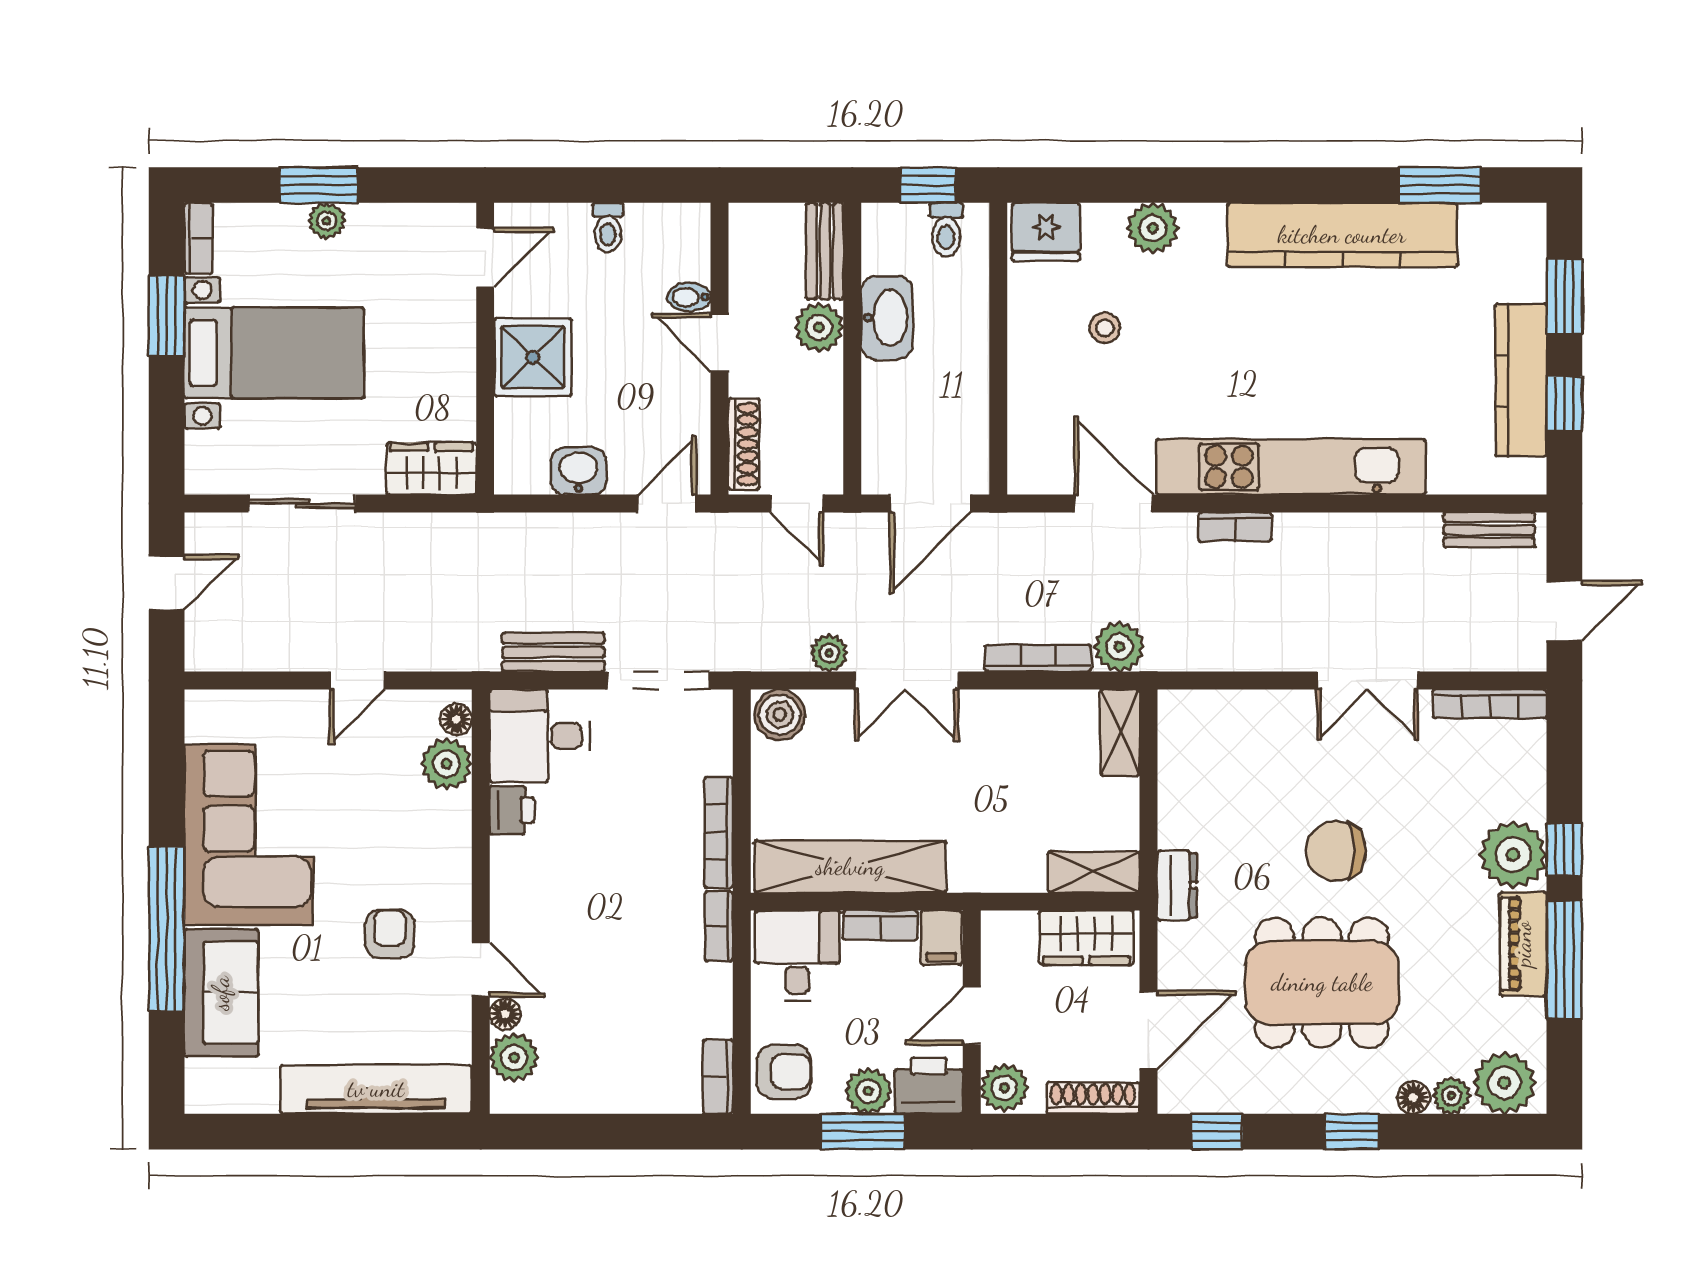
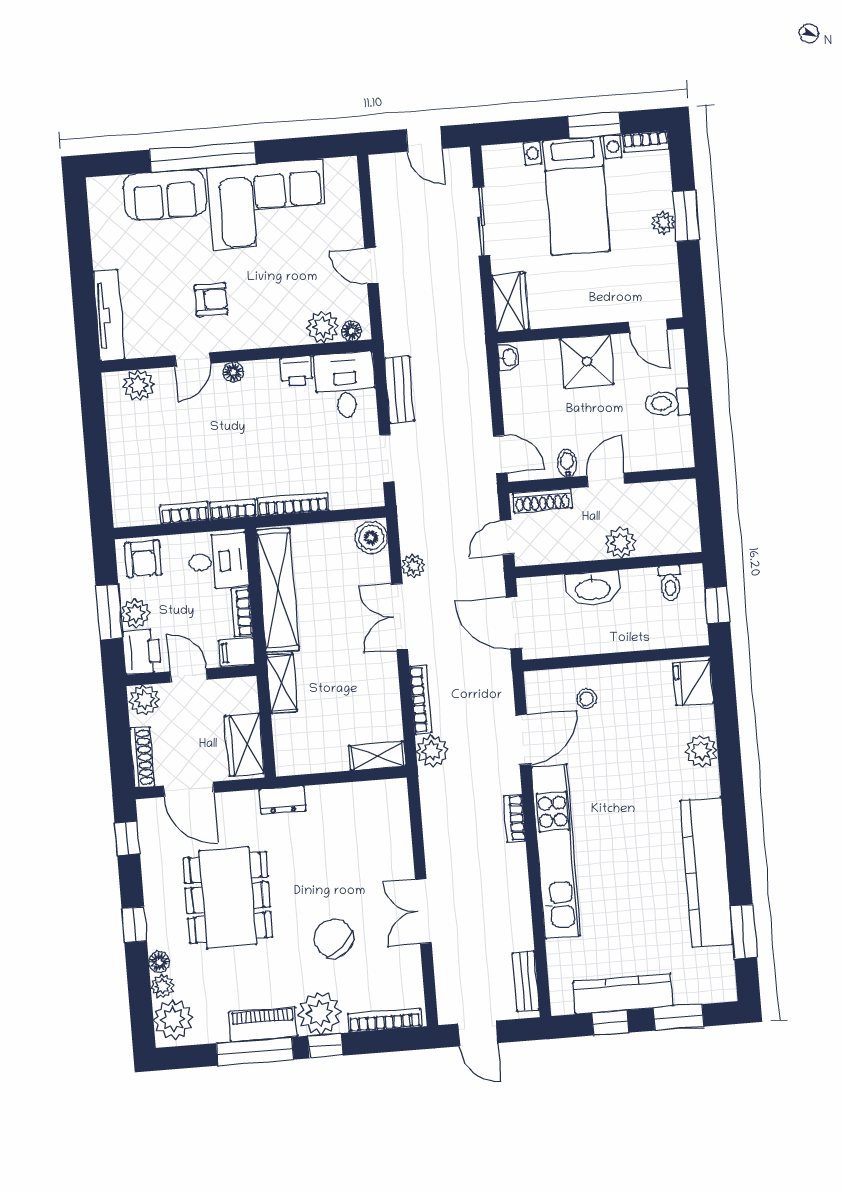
toilet: (608, 228) -> (667, 403), width x1.37, depth x1.39
toilet: (946, 230) -> (670, 583), moved, turned -90
bench: (825, 251) -> (670, 542), removed
bidet: (689, 297) -> (567, 463), moved
washbasin: (887, 318) -> (593, 588), moved
stool: (1105, 328) -> (587, 699), moved
washbasin: (579, 471) -> (509, 357), moved, width x0.72, depth x0.69
doorway: (659, 680) -> (387, 458), width x0.73
bookcase: (1490, 704) -> (385, 1020), moved, turned 90
chair: (1336, 851) -> (334, 938), moved, turned -42
shelving: (1094, 872) -> (282, 683), moved
floor lamp: (505, 1014) -> (233, 372), moved
bookcase: (718, 1077) -> (184, 513), moved
tv unit: (376, 1089) -> (109, 315), width x0.73, depth x0.78

